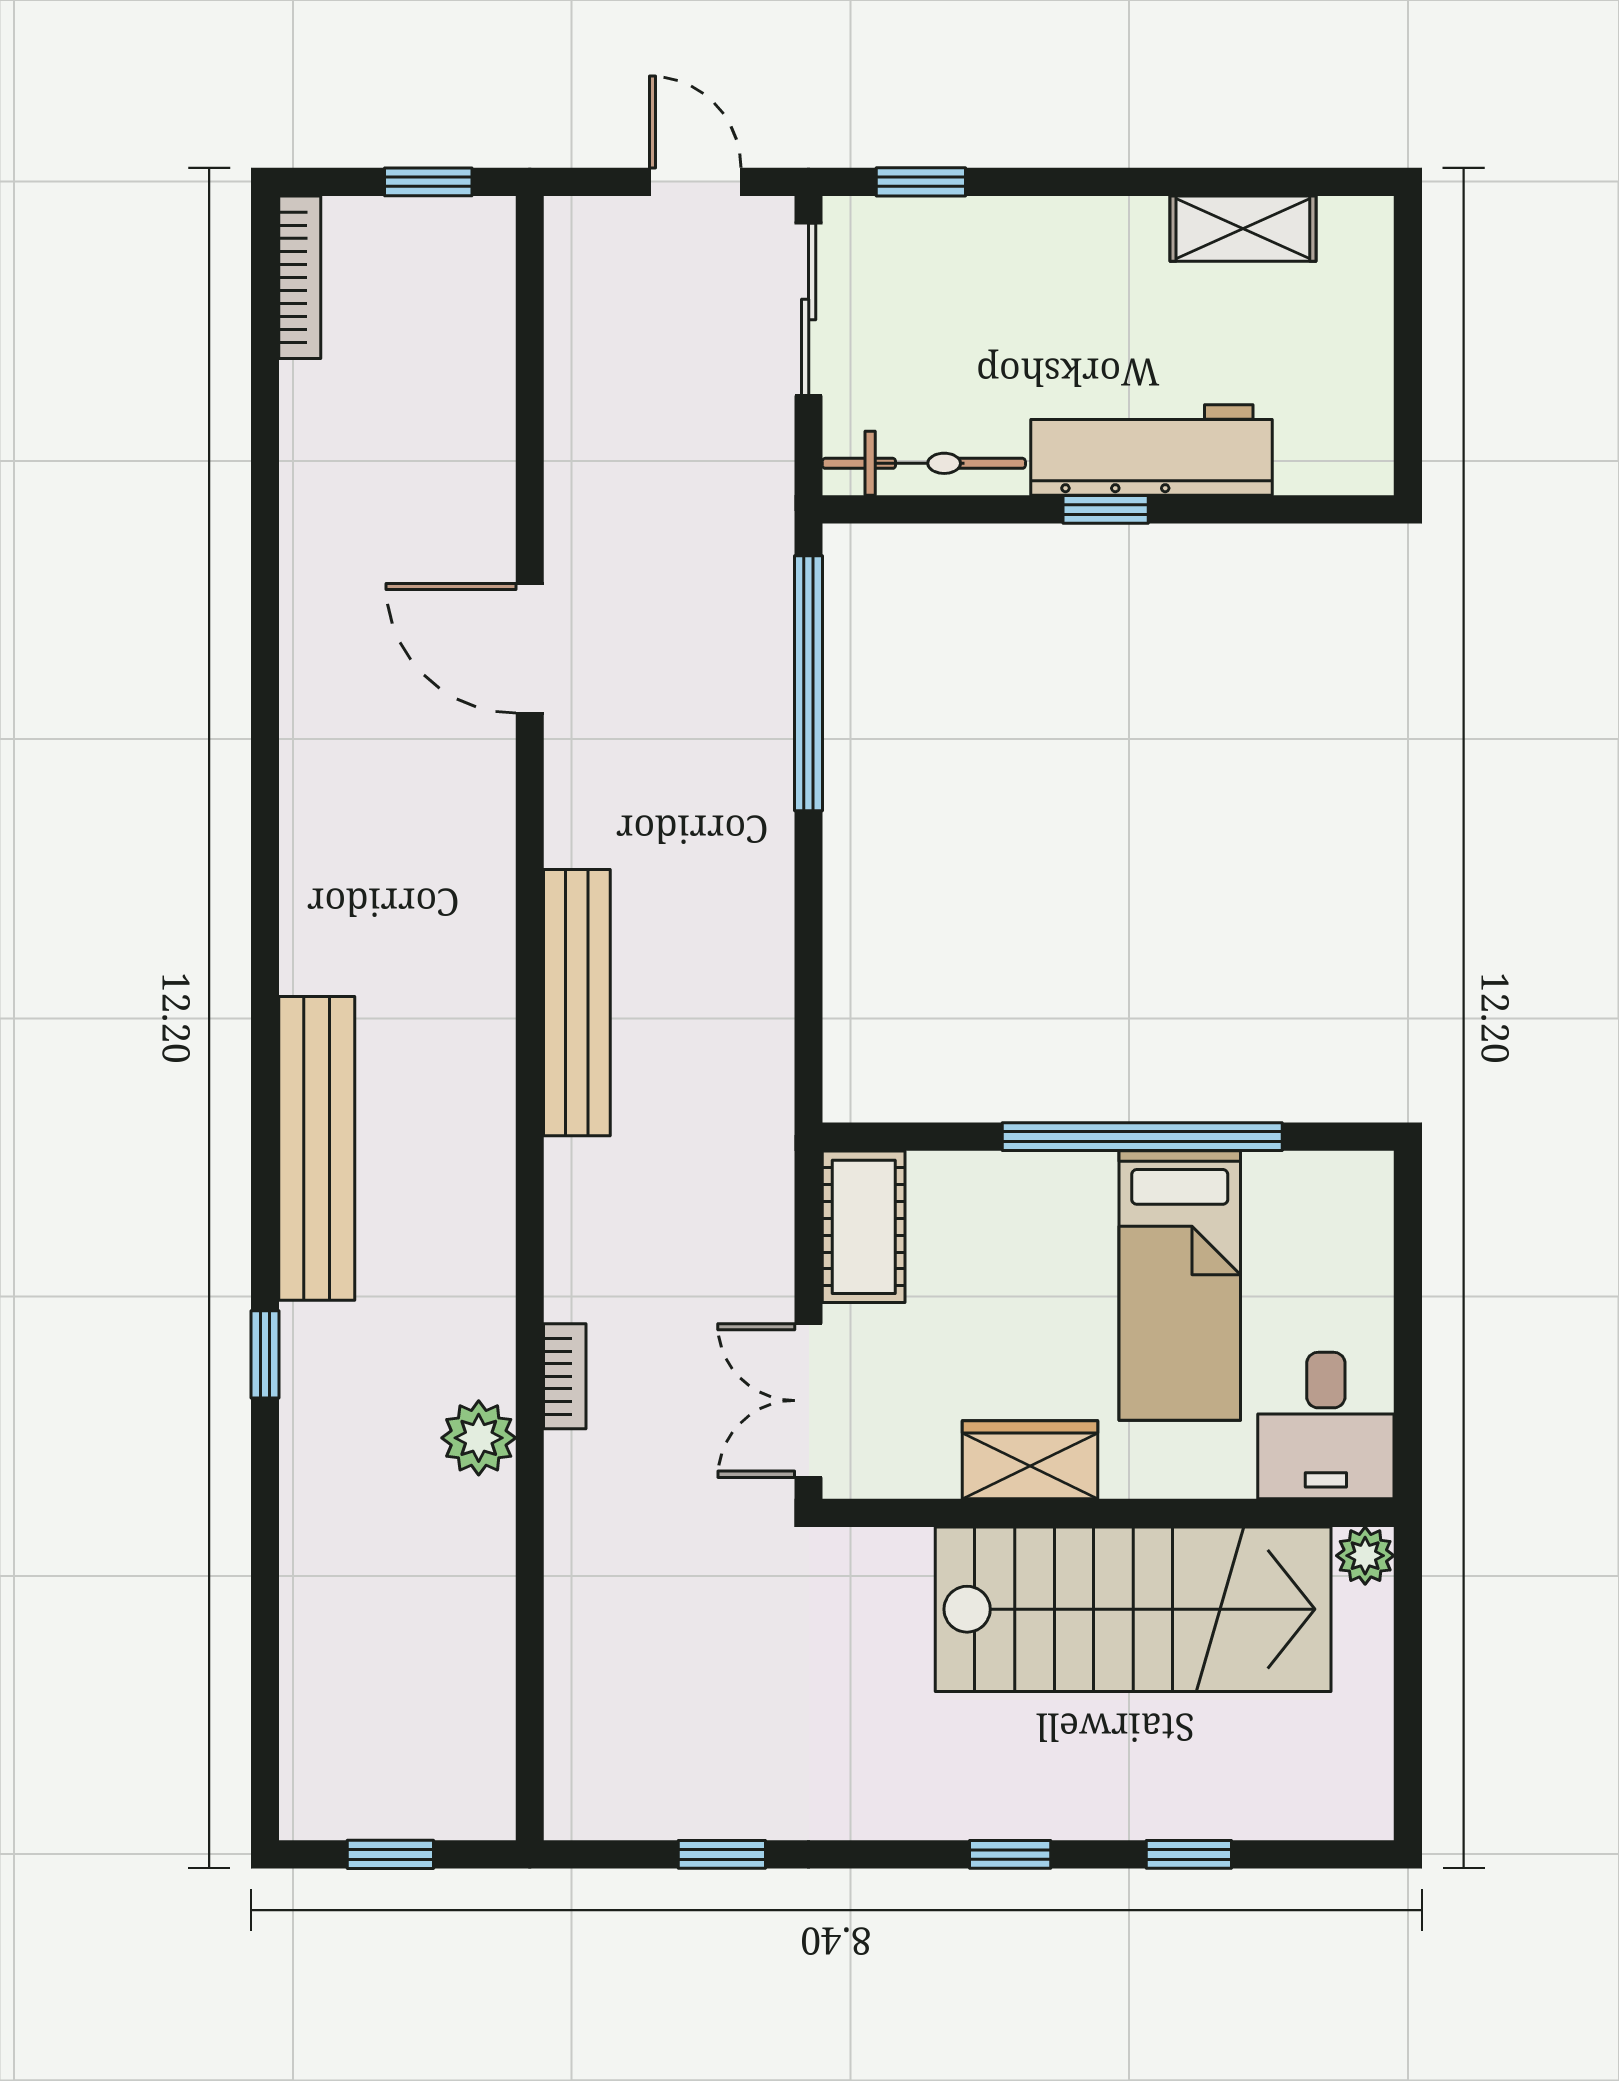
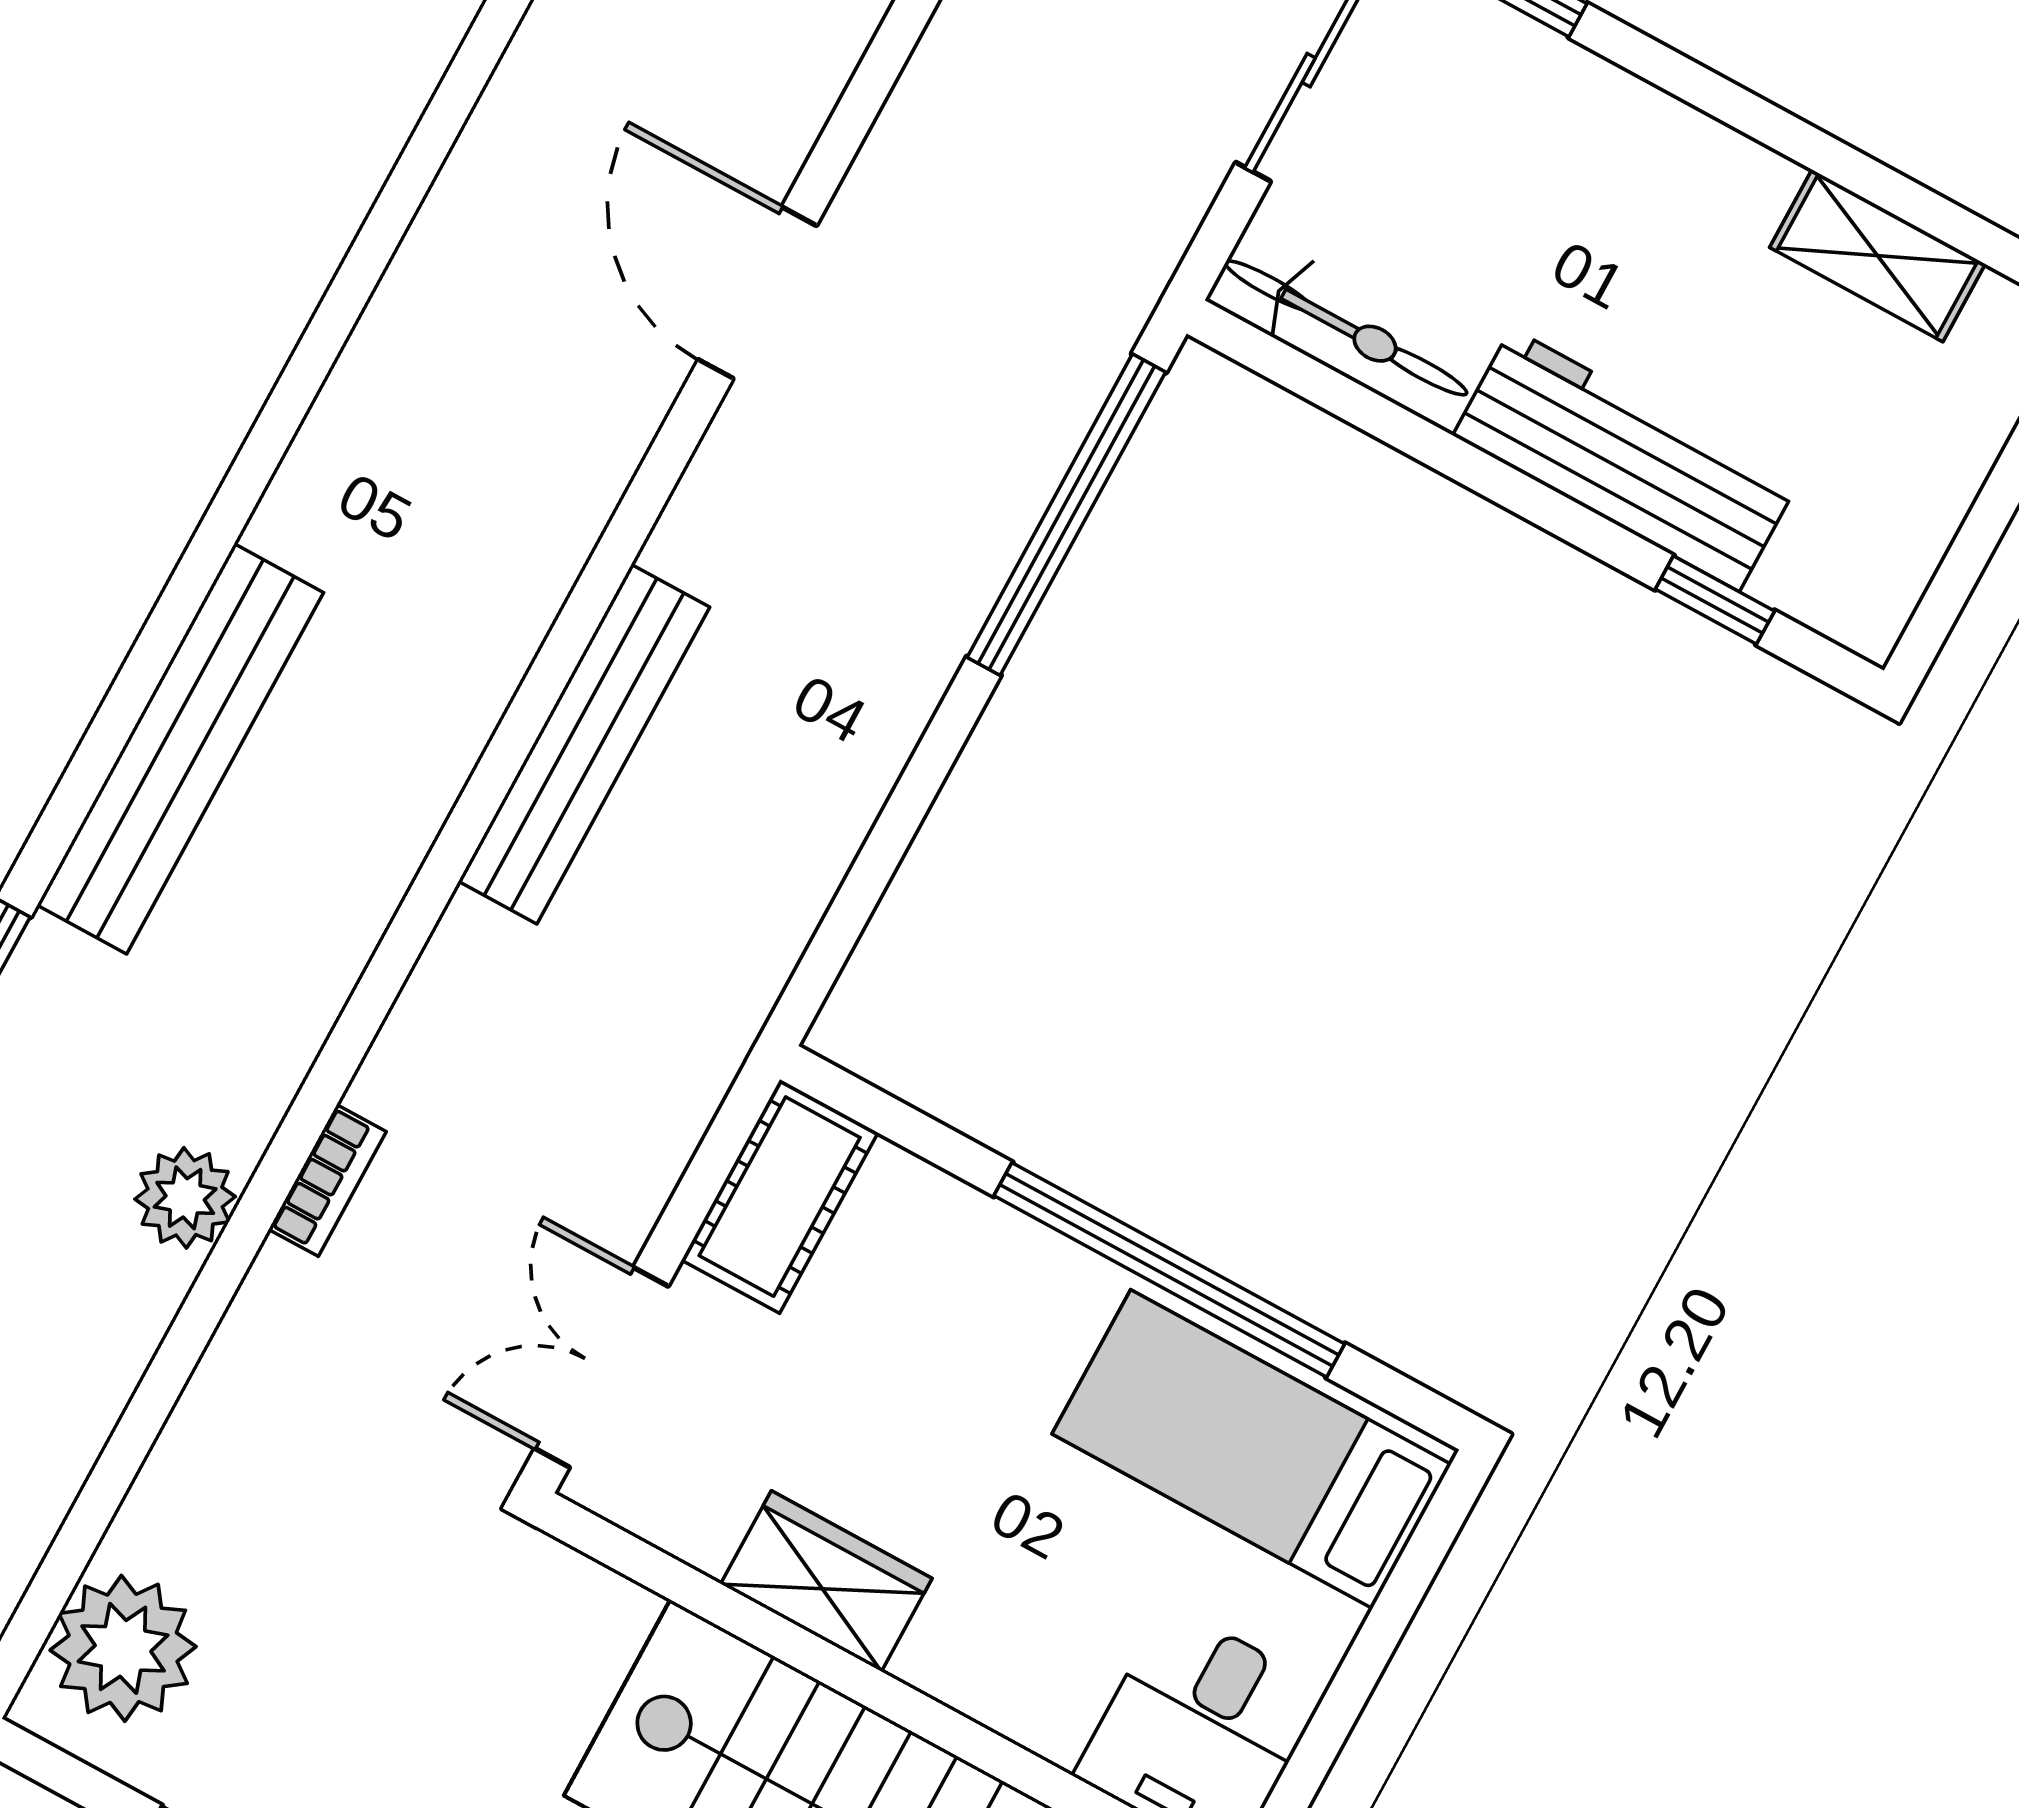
window: (1106, 509) -> (1715, 600), moved
bed: (1180, 1285) -> (1252, 1449), moved, turned 90
plant: (598, 1752) -> (123, 1648), added

